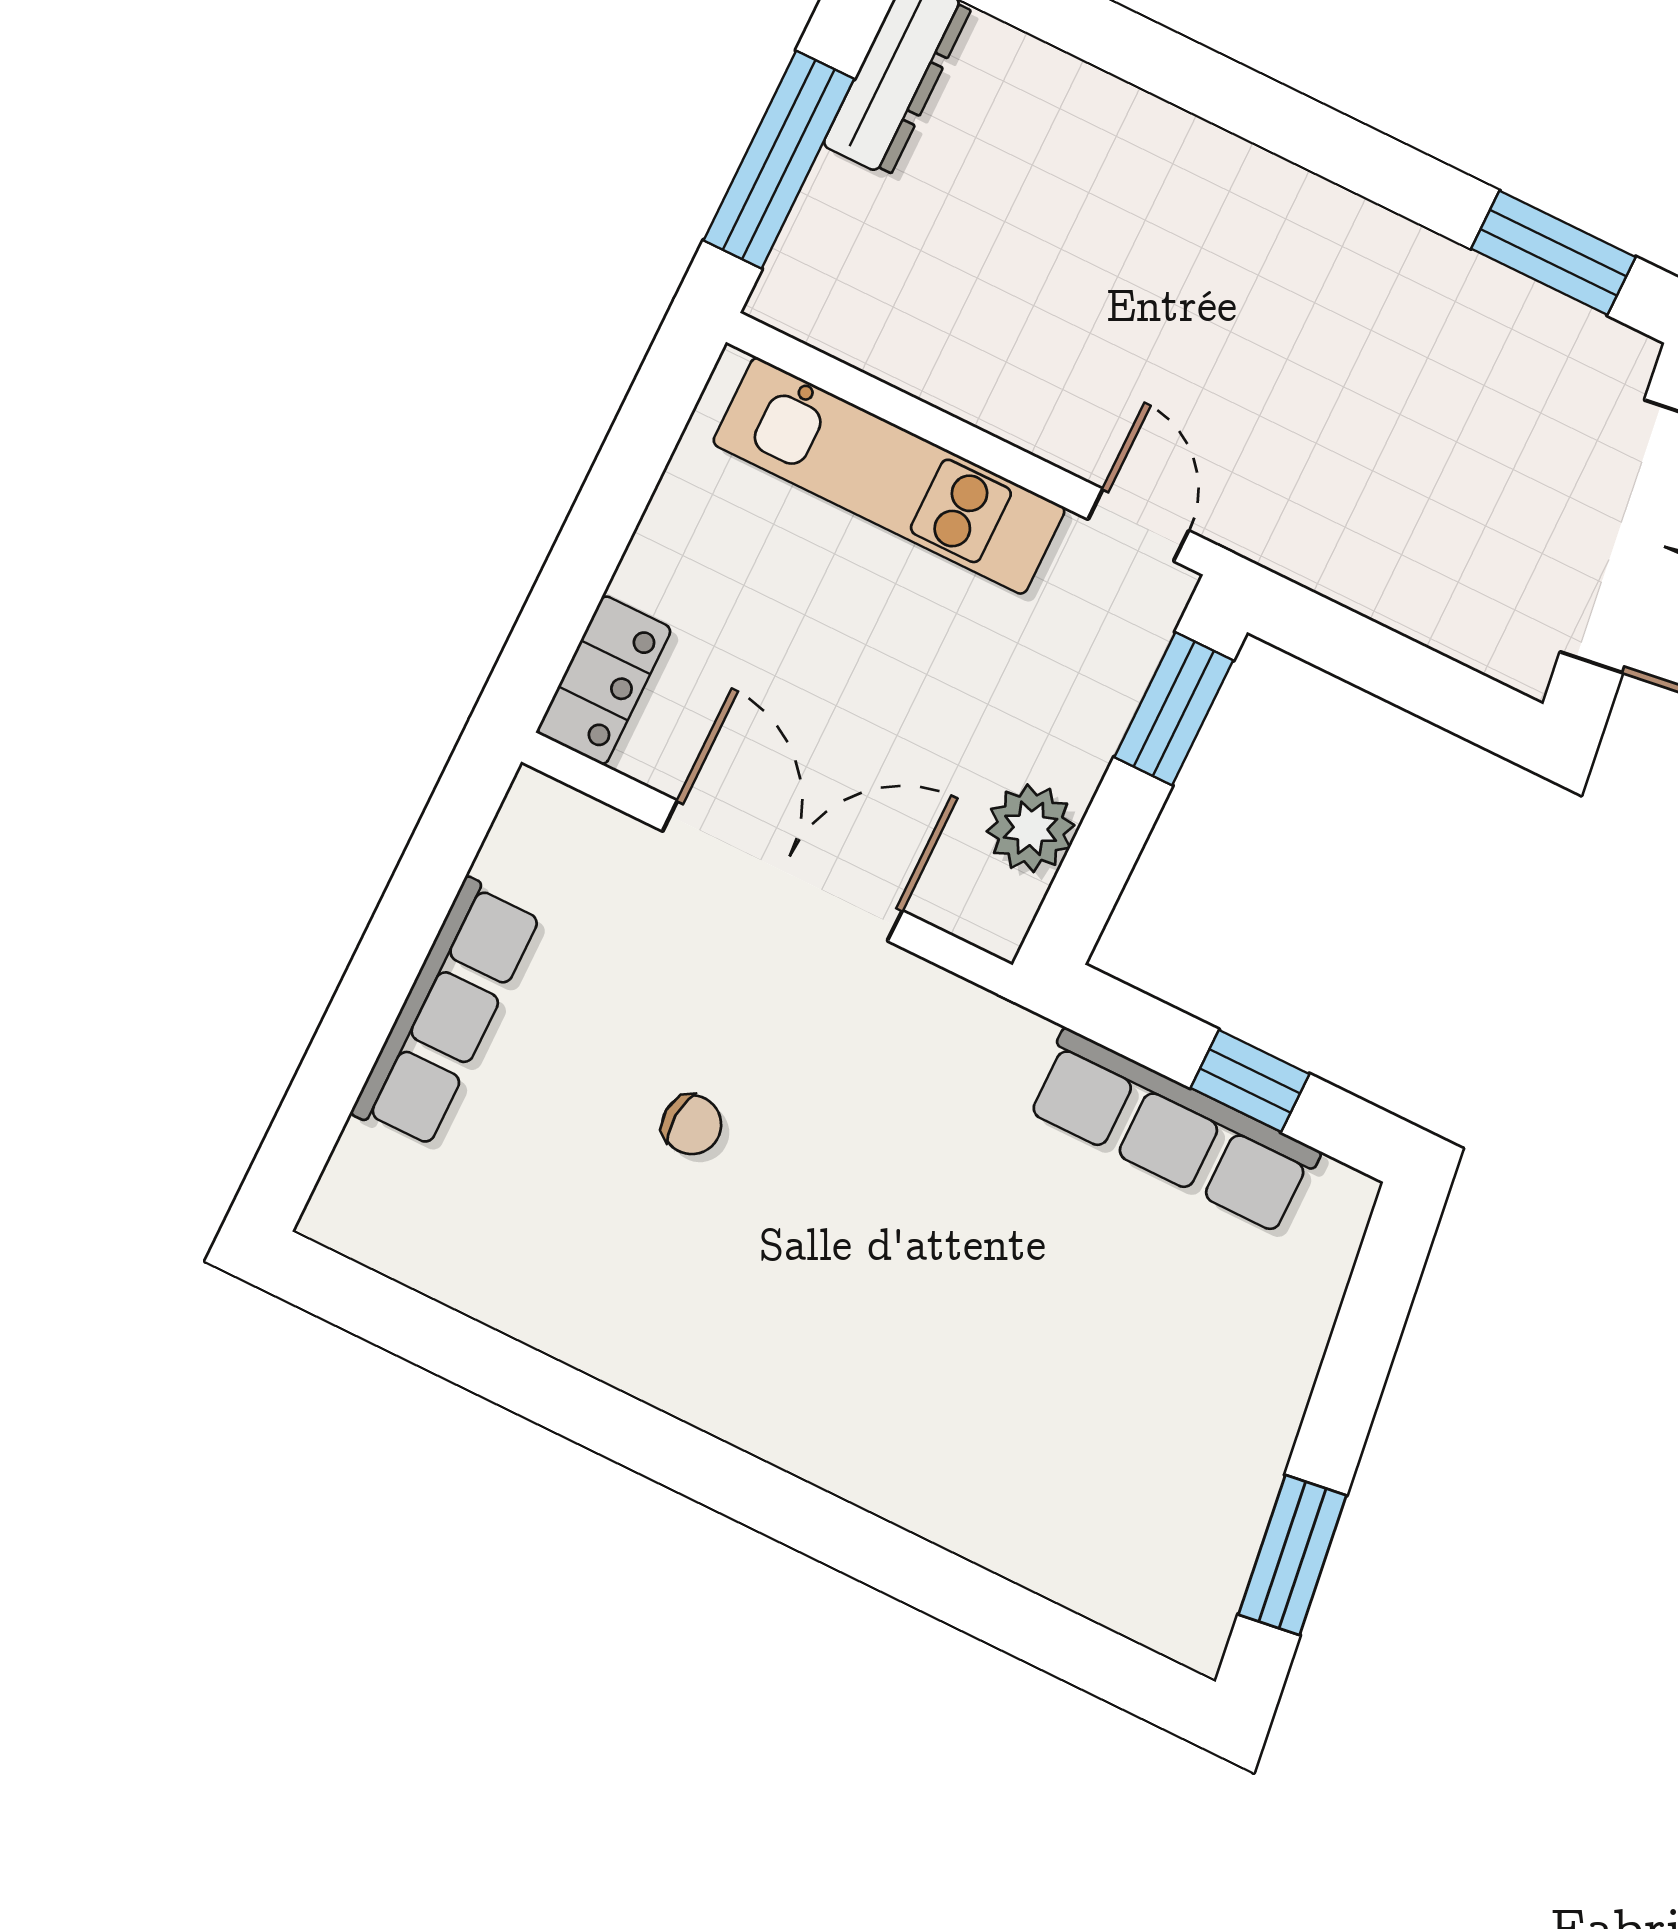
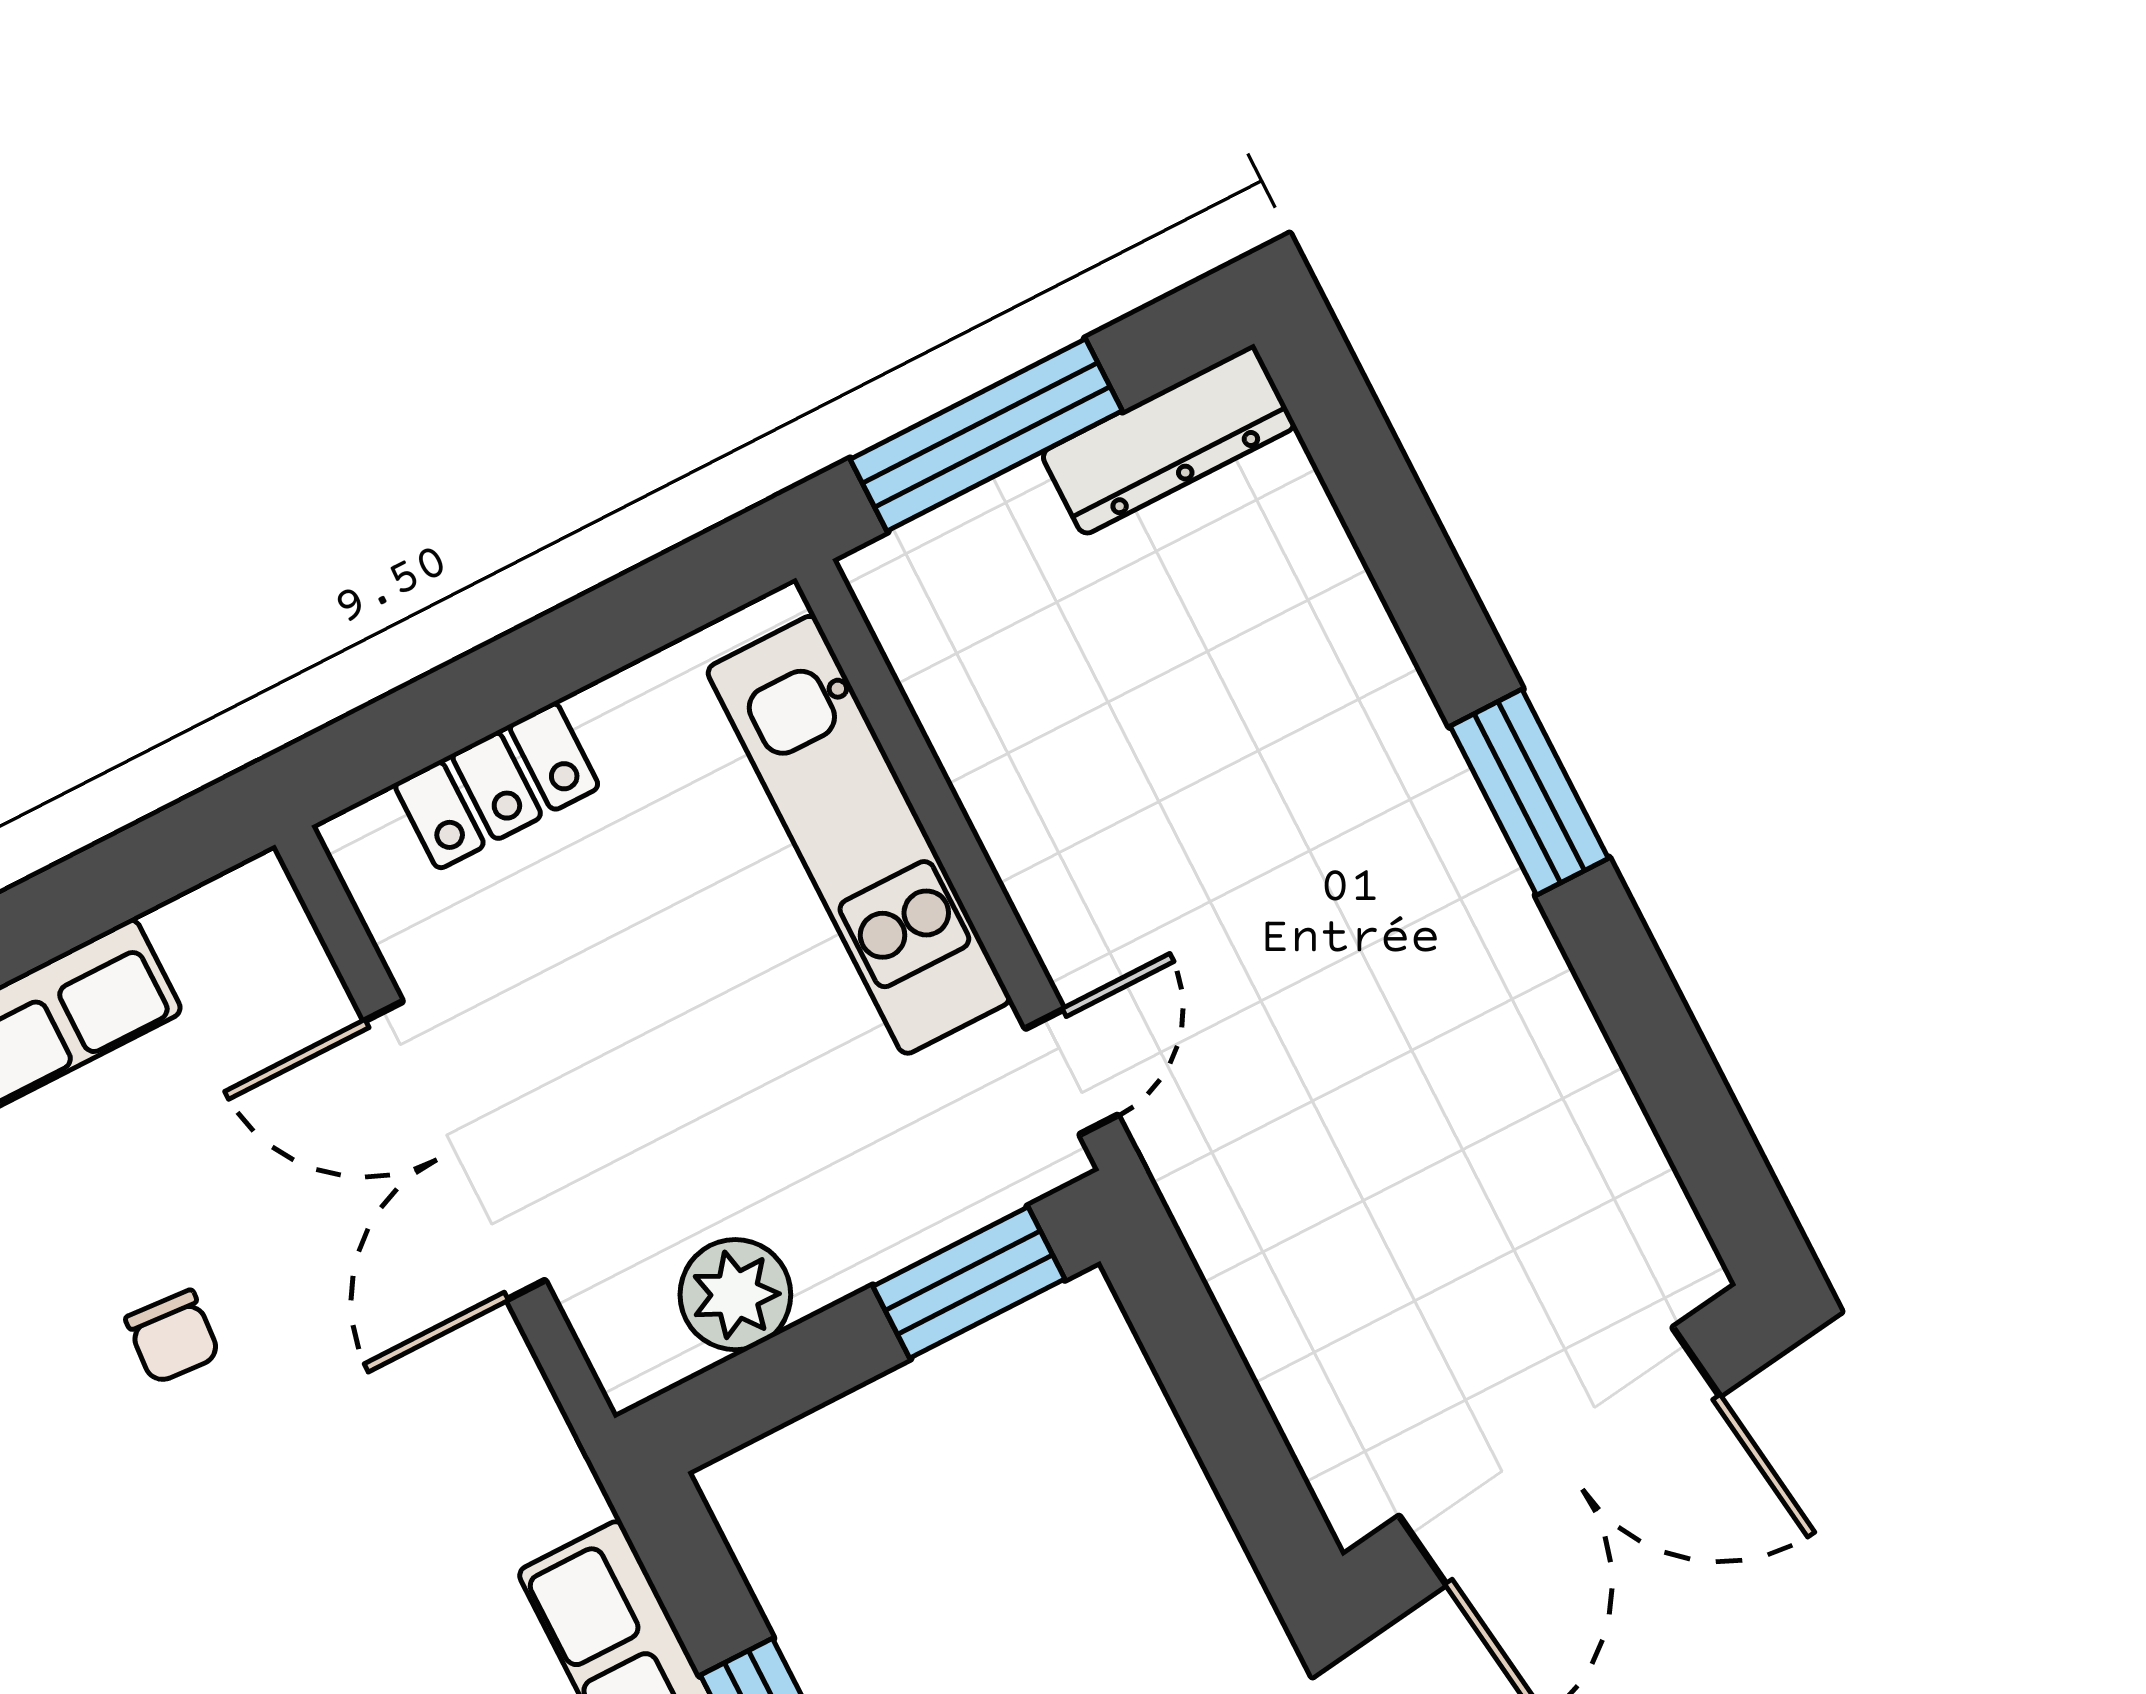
window: (1553, 253) -> (1529, 792), moved
locker: (604, 680) -> (497, 786), moved
double door: (782, 871) -> (455, 1151), swing flipped

